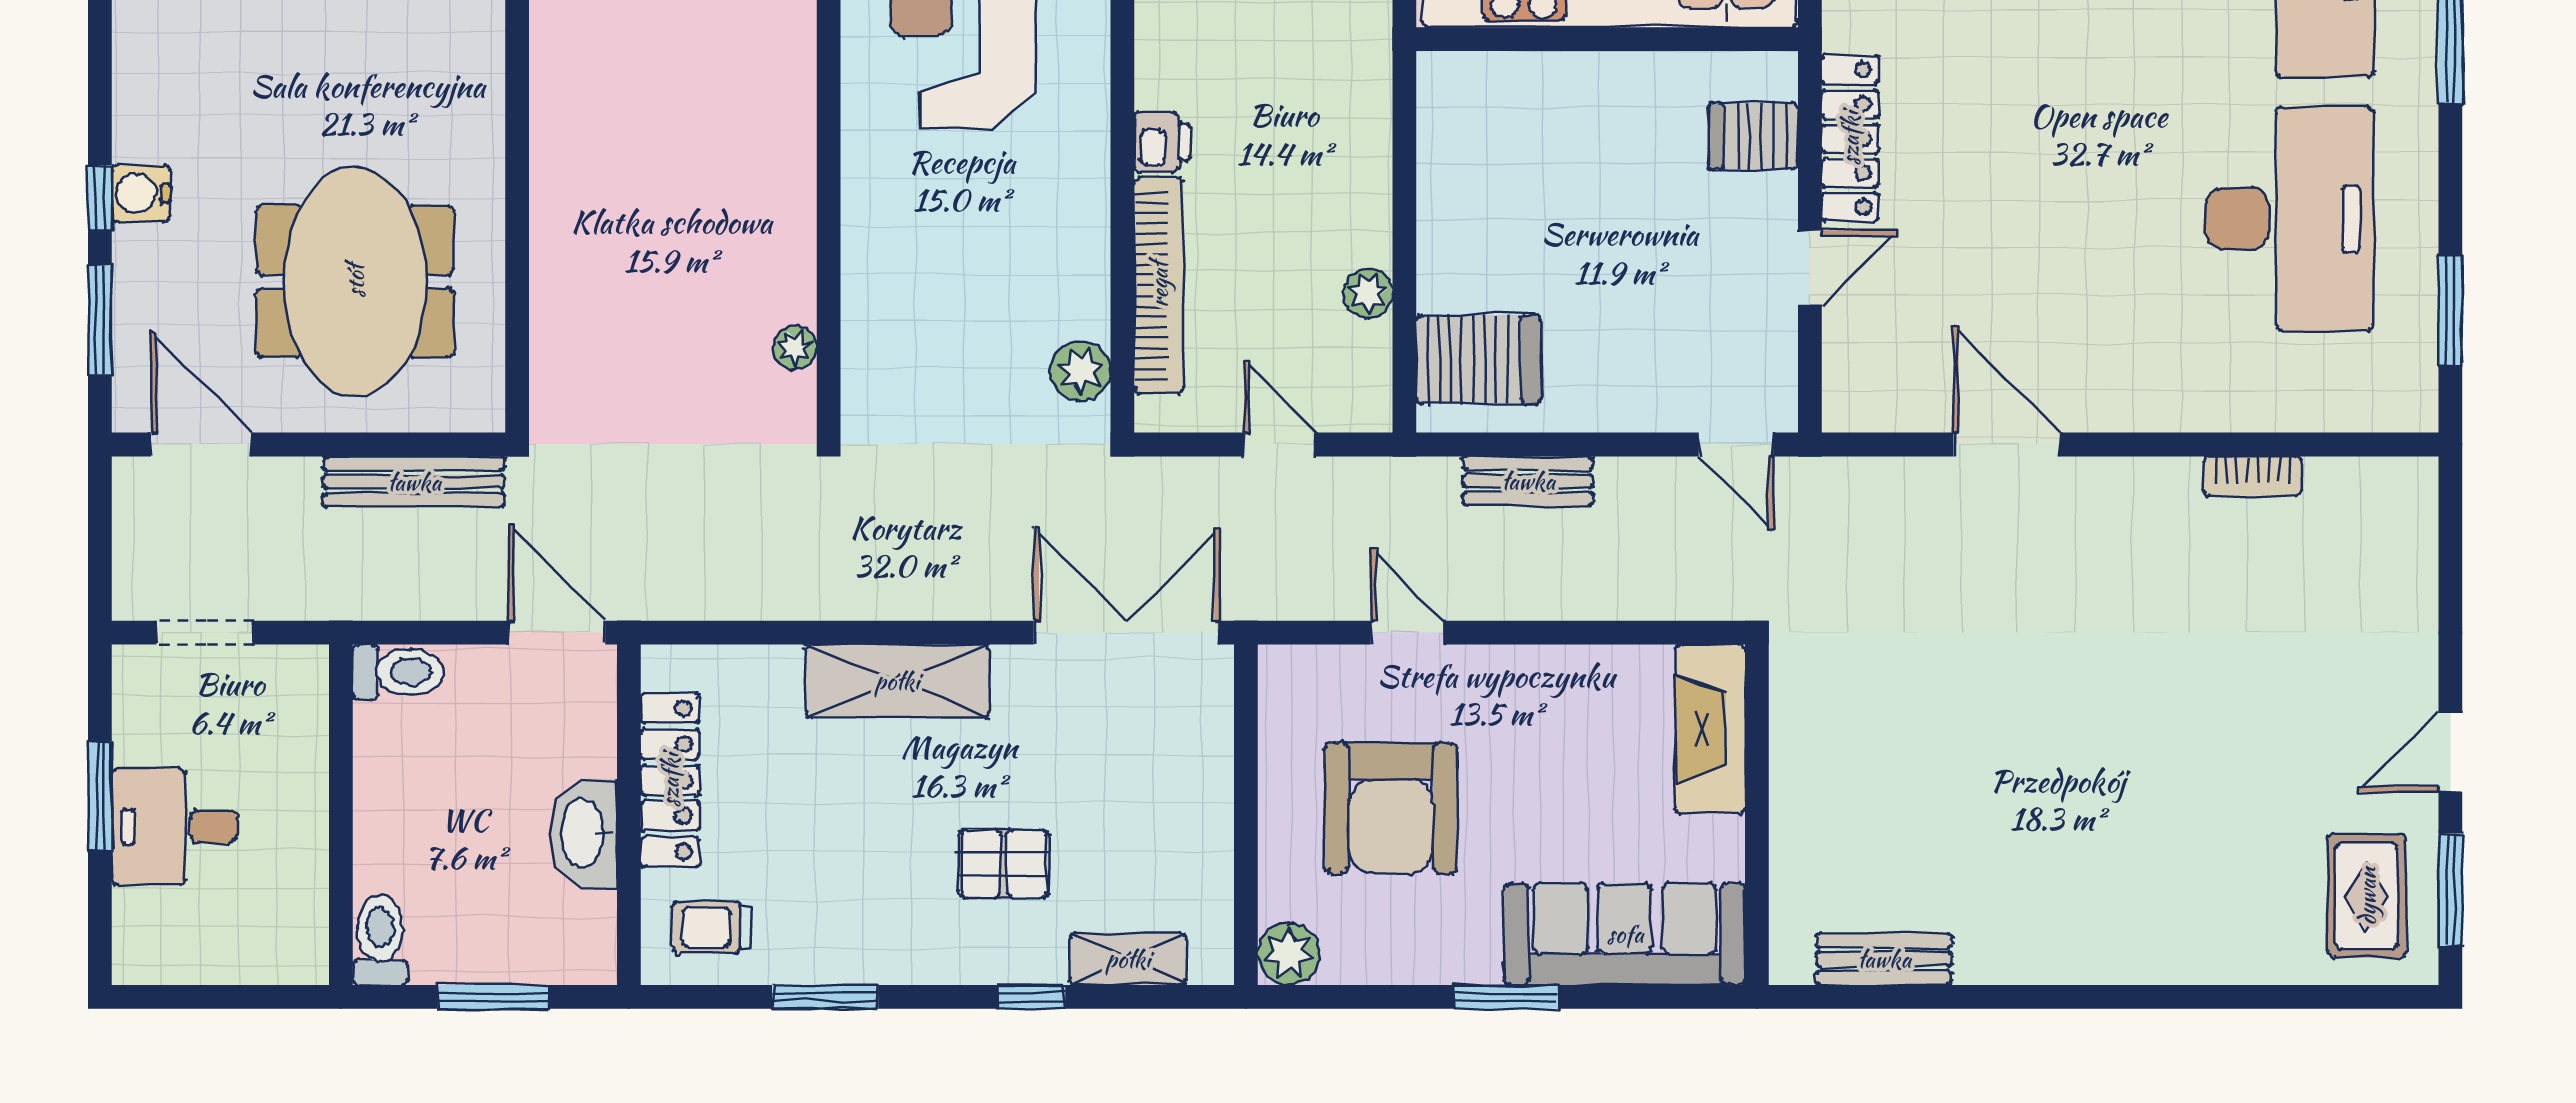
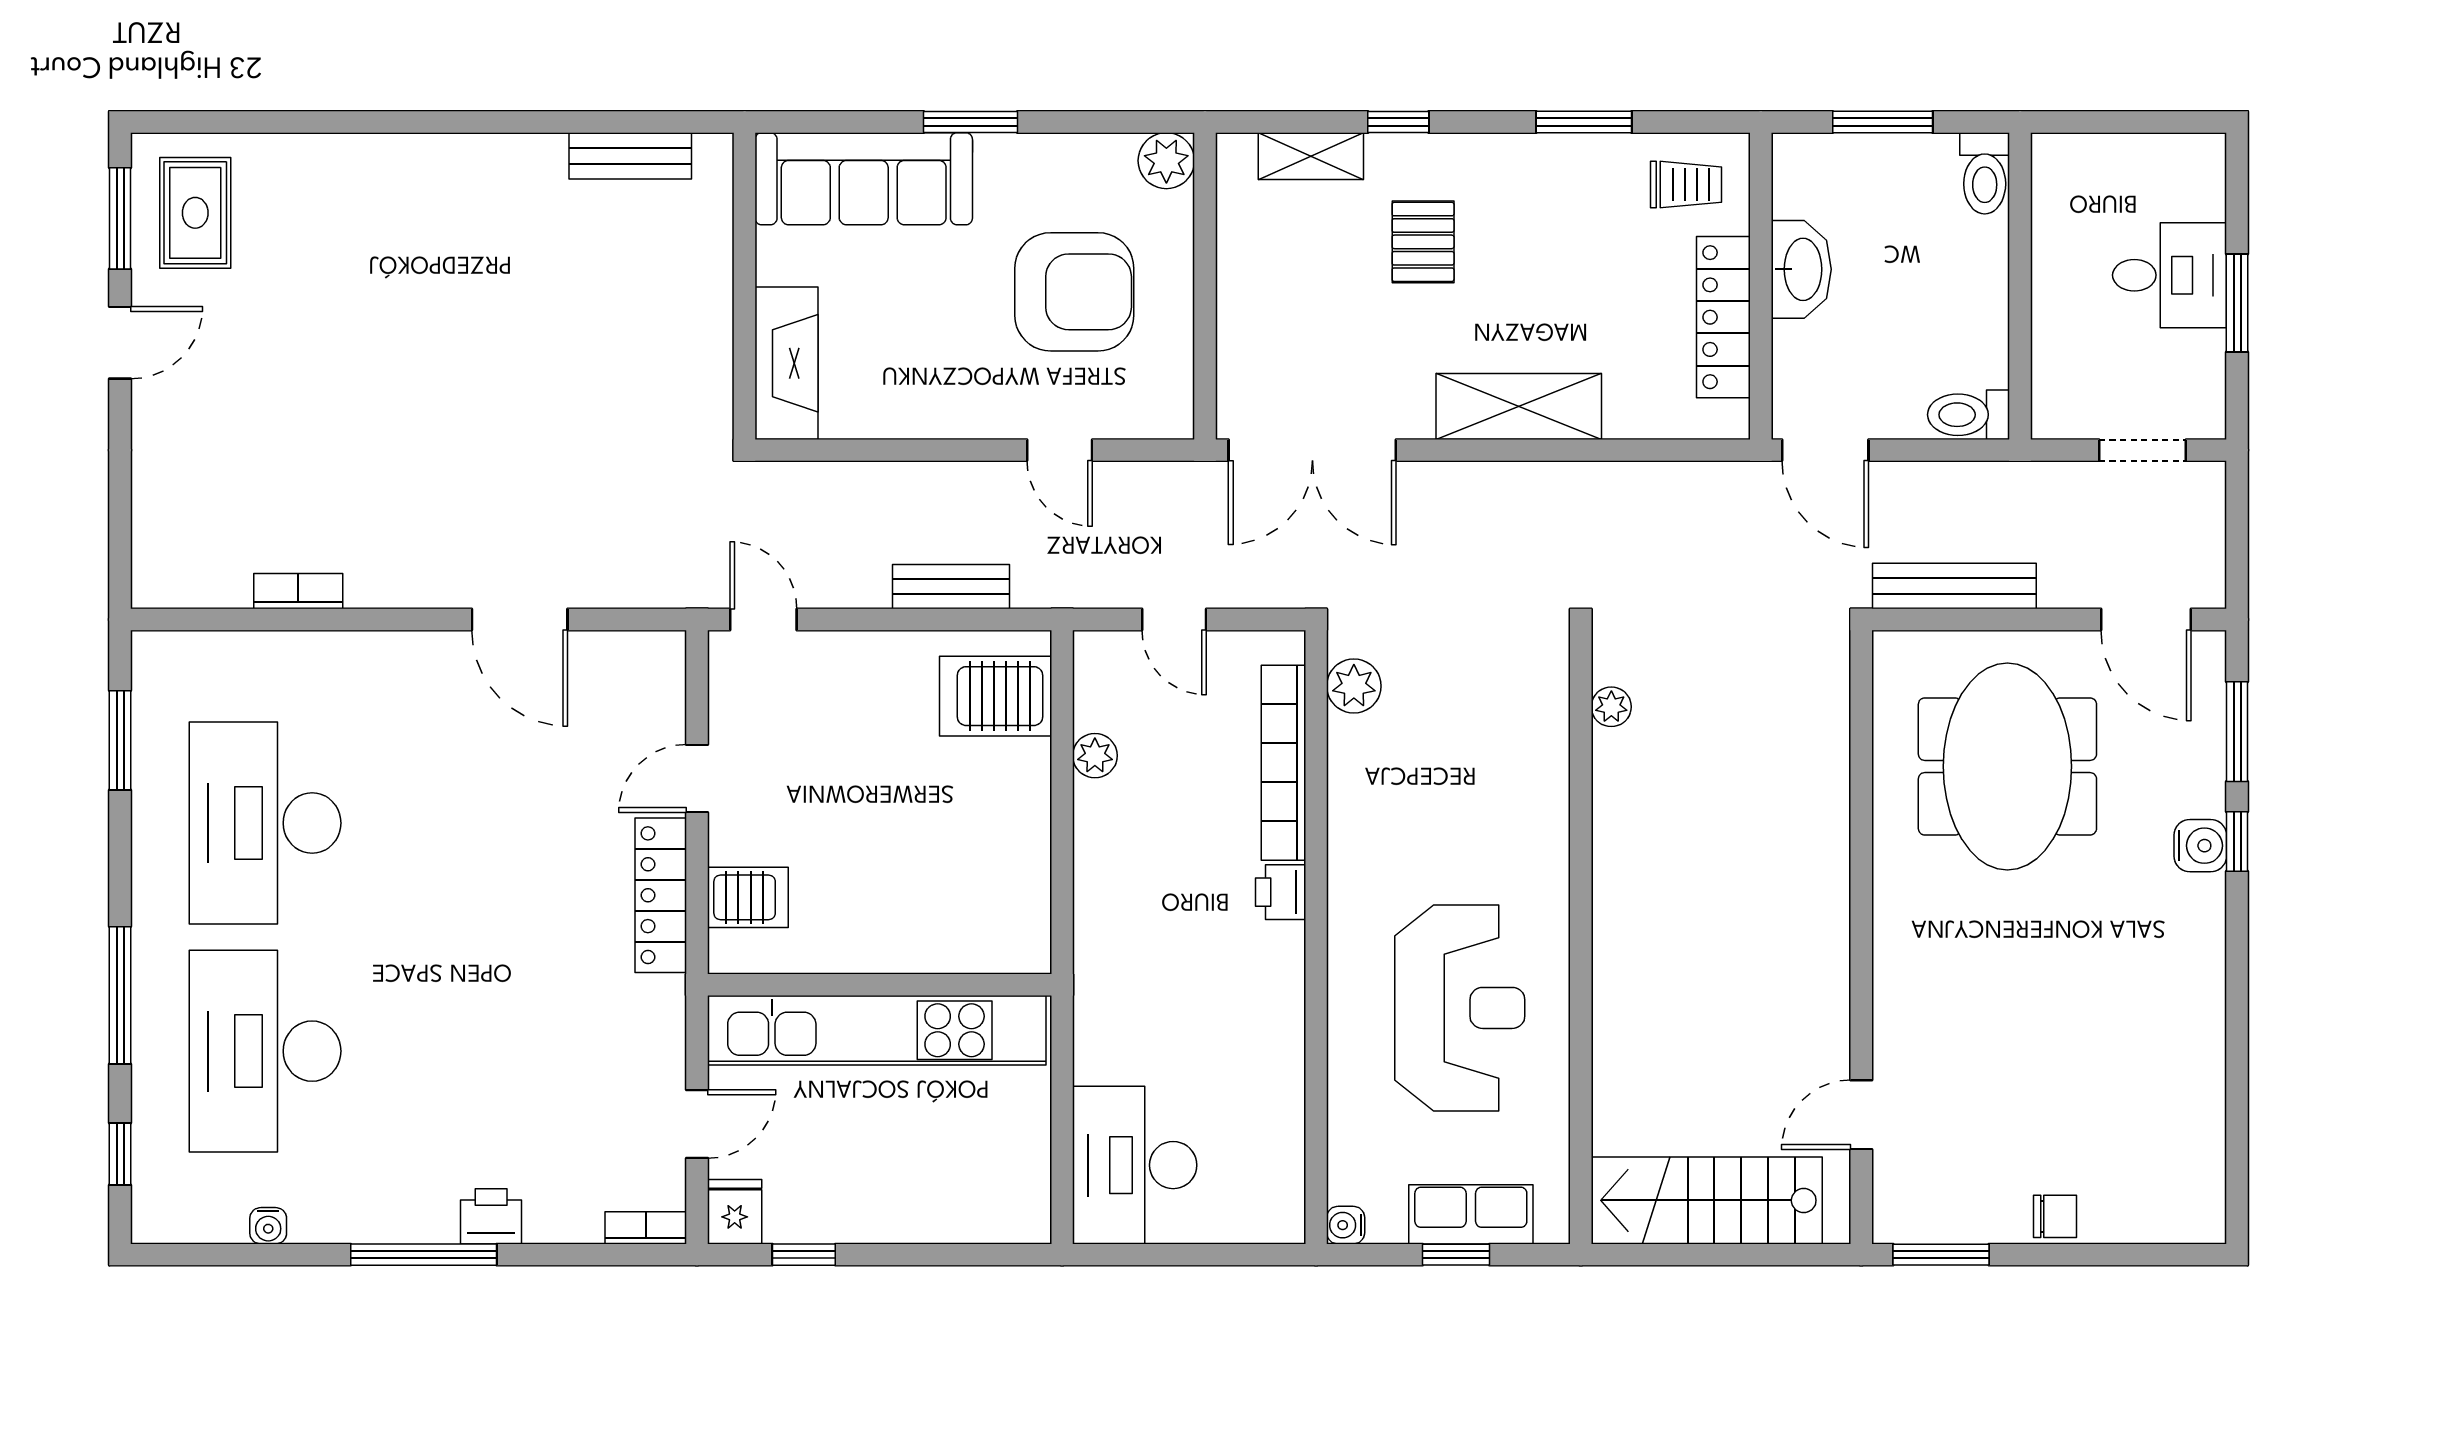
armchair: (1391, 808) -> (1074, 292), turned 90
pallet: (1004, 864) -> (1423, 242), turned 90

